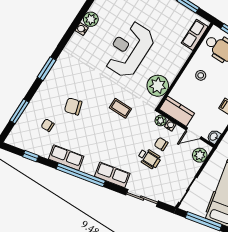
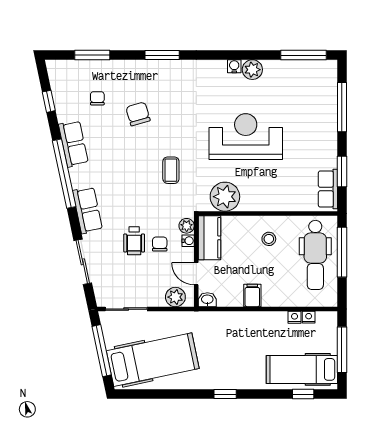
row of seats: (195, 35) -> (328, 189), moved, turned -90

